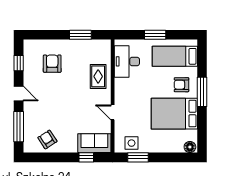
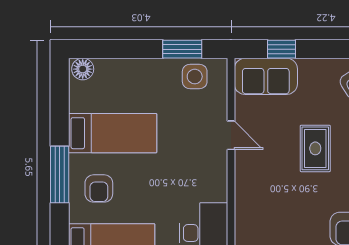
rug: (98, 76) -> (315, 148), moved
armchair: (181, 85) -> (99, 188), turned 90
bed: (174, 114) -> (113, 133), width x0.67

